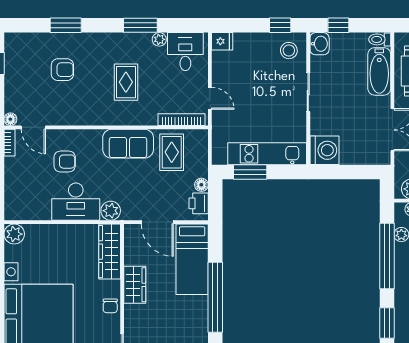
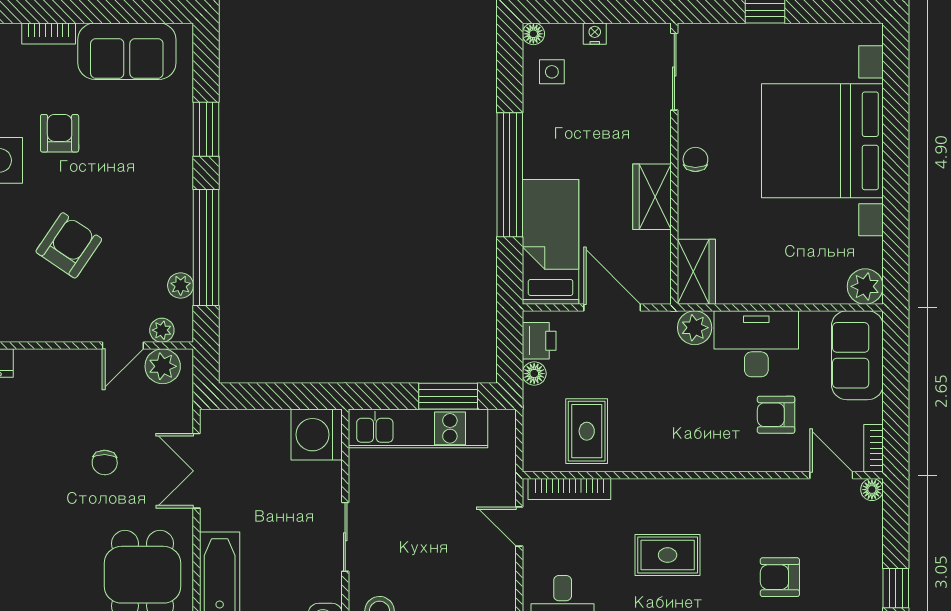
rug: (126, 82) -> (668, 555), turned 90
sofa: (128, 144) -> (857, 355), moved, turned -90
wardrobe: (110, 252) -> (696, 272), width x0.67

